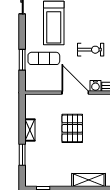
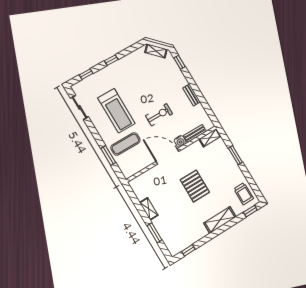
pallet: (72, 128) -> (195, 186), moved

